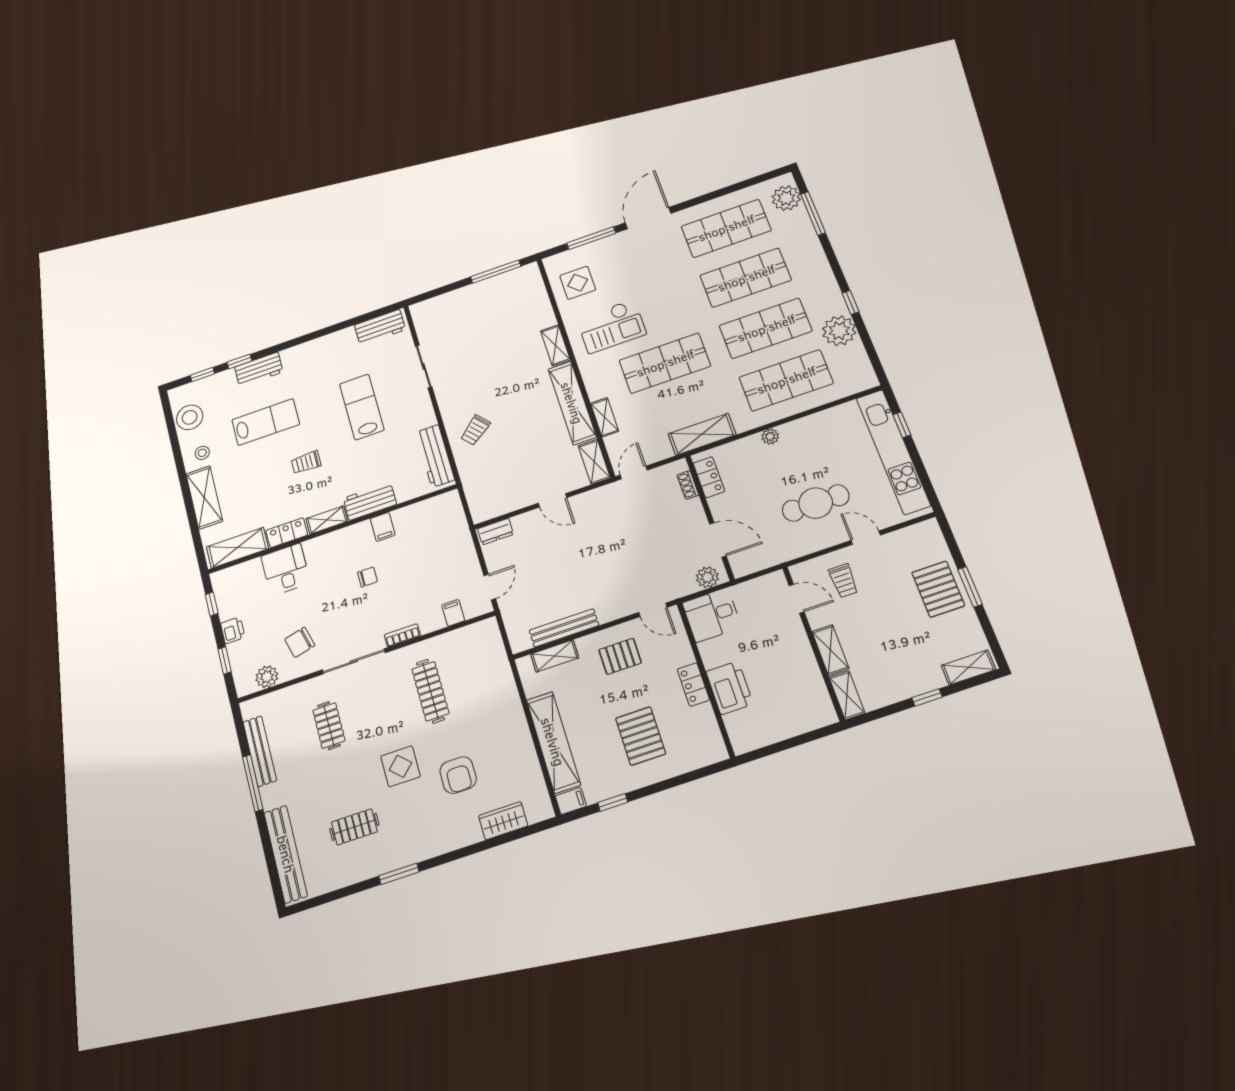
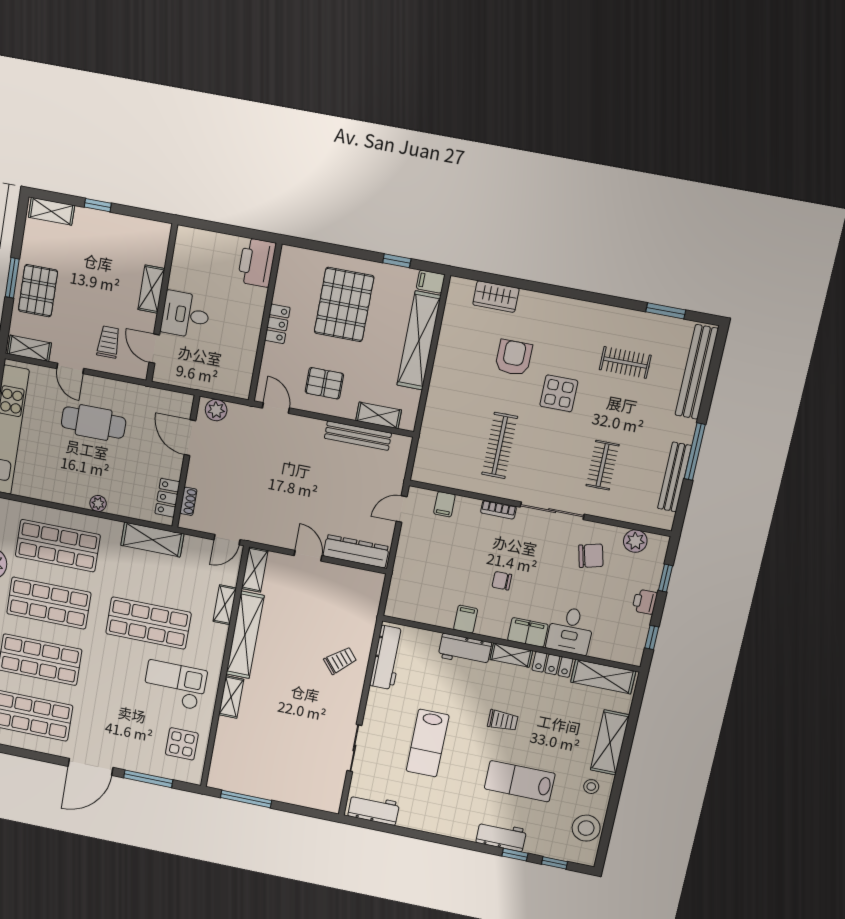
dresser: (495, 532) -> (356, 551), width x1.96, depth x1.24
filing cabinet: (322, 547) -> (528, 632), added
desk: (712, 615) -> (185, 315), moved, turned 180
printer: (730, 688) -> (257, 262), moved
shelving: (847, 695) -> (29, 348), moved, turned 90
pallet: (641, 736) -> (344, 304), width x1.37, depth x1.41
window: (399, 874) -> (666, 311), moved

